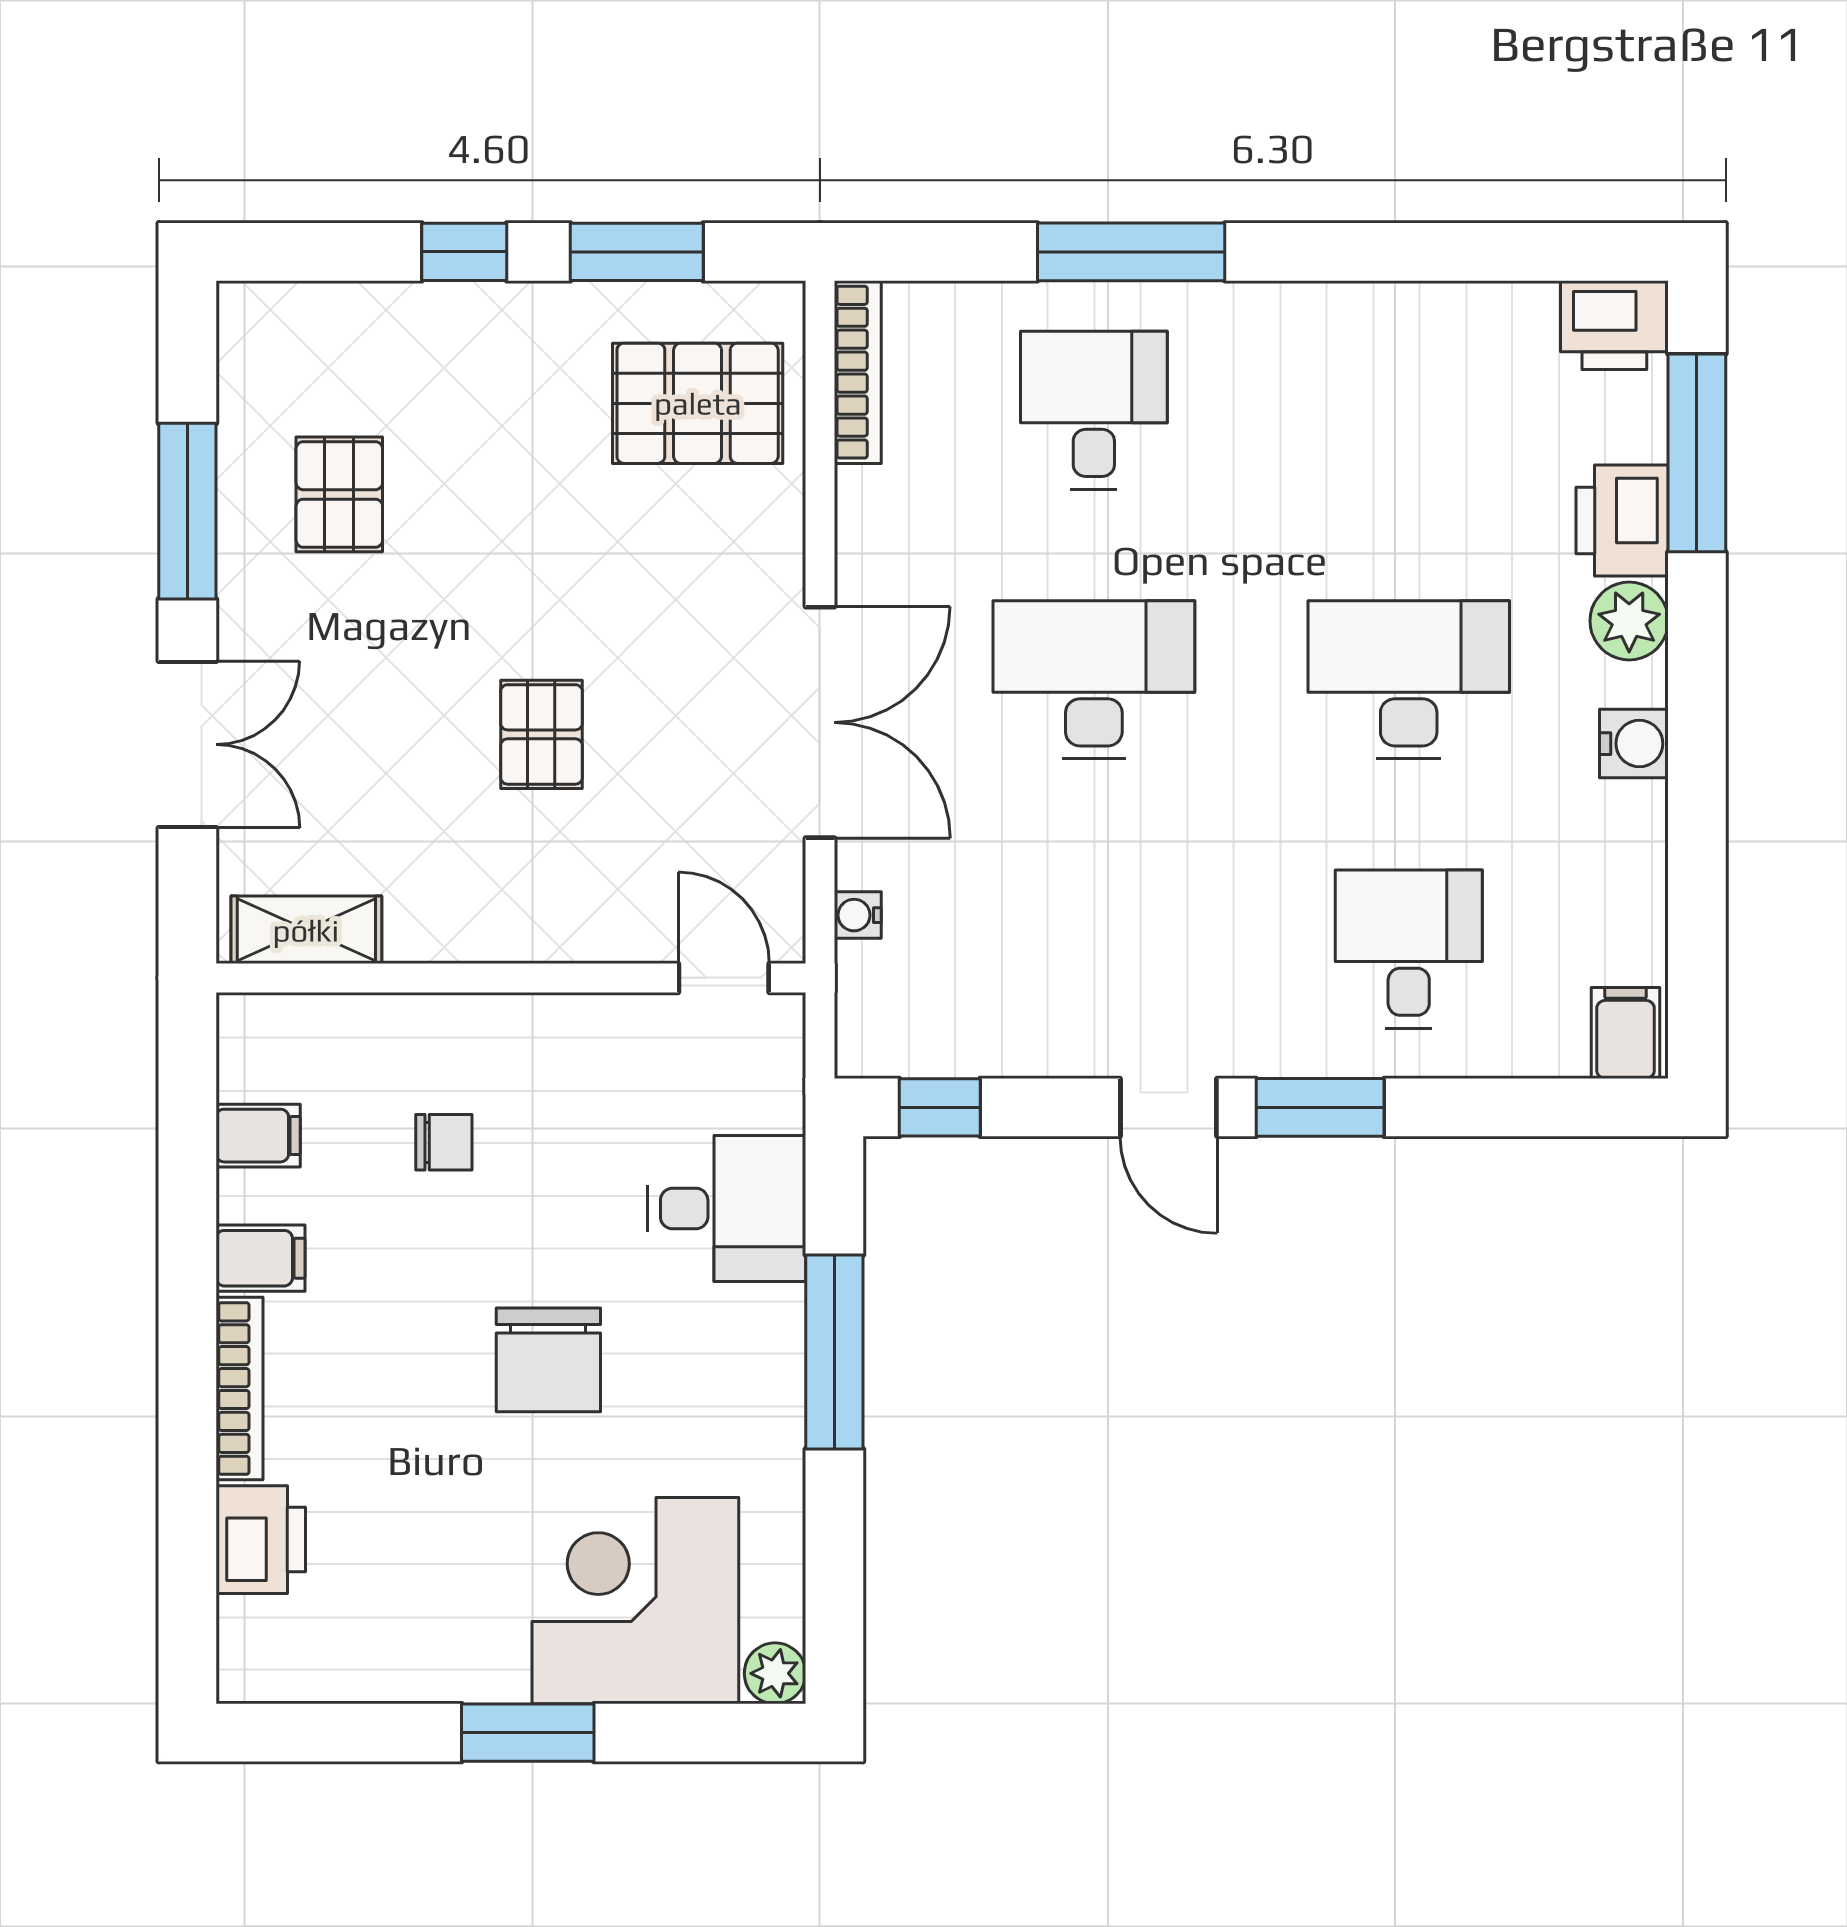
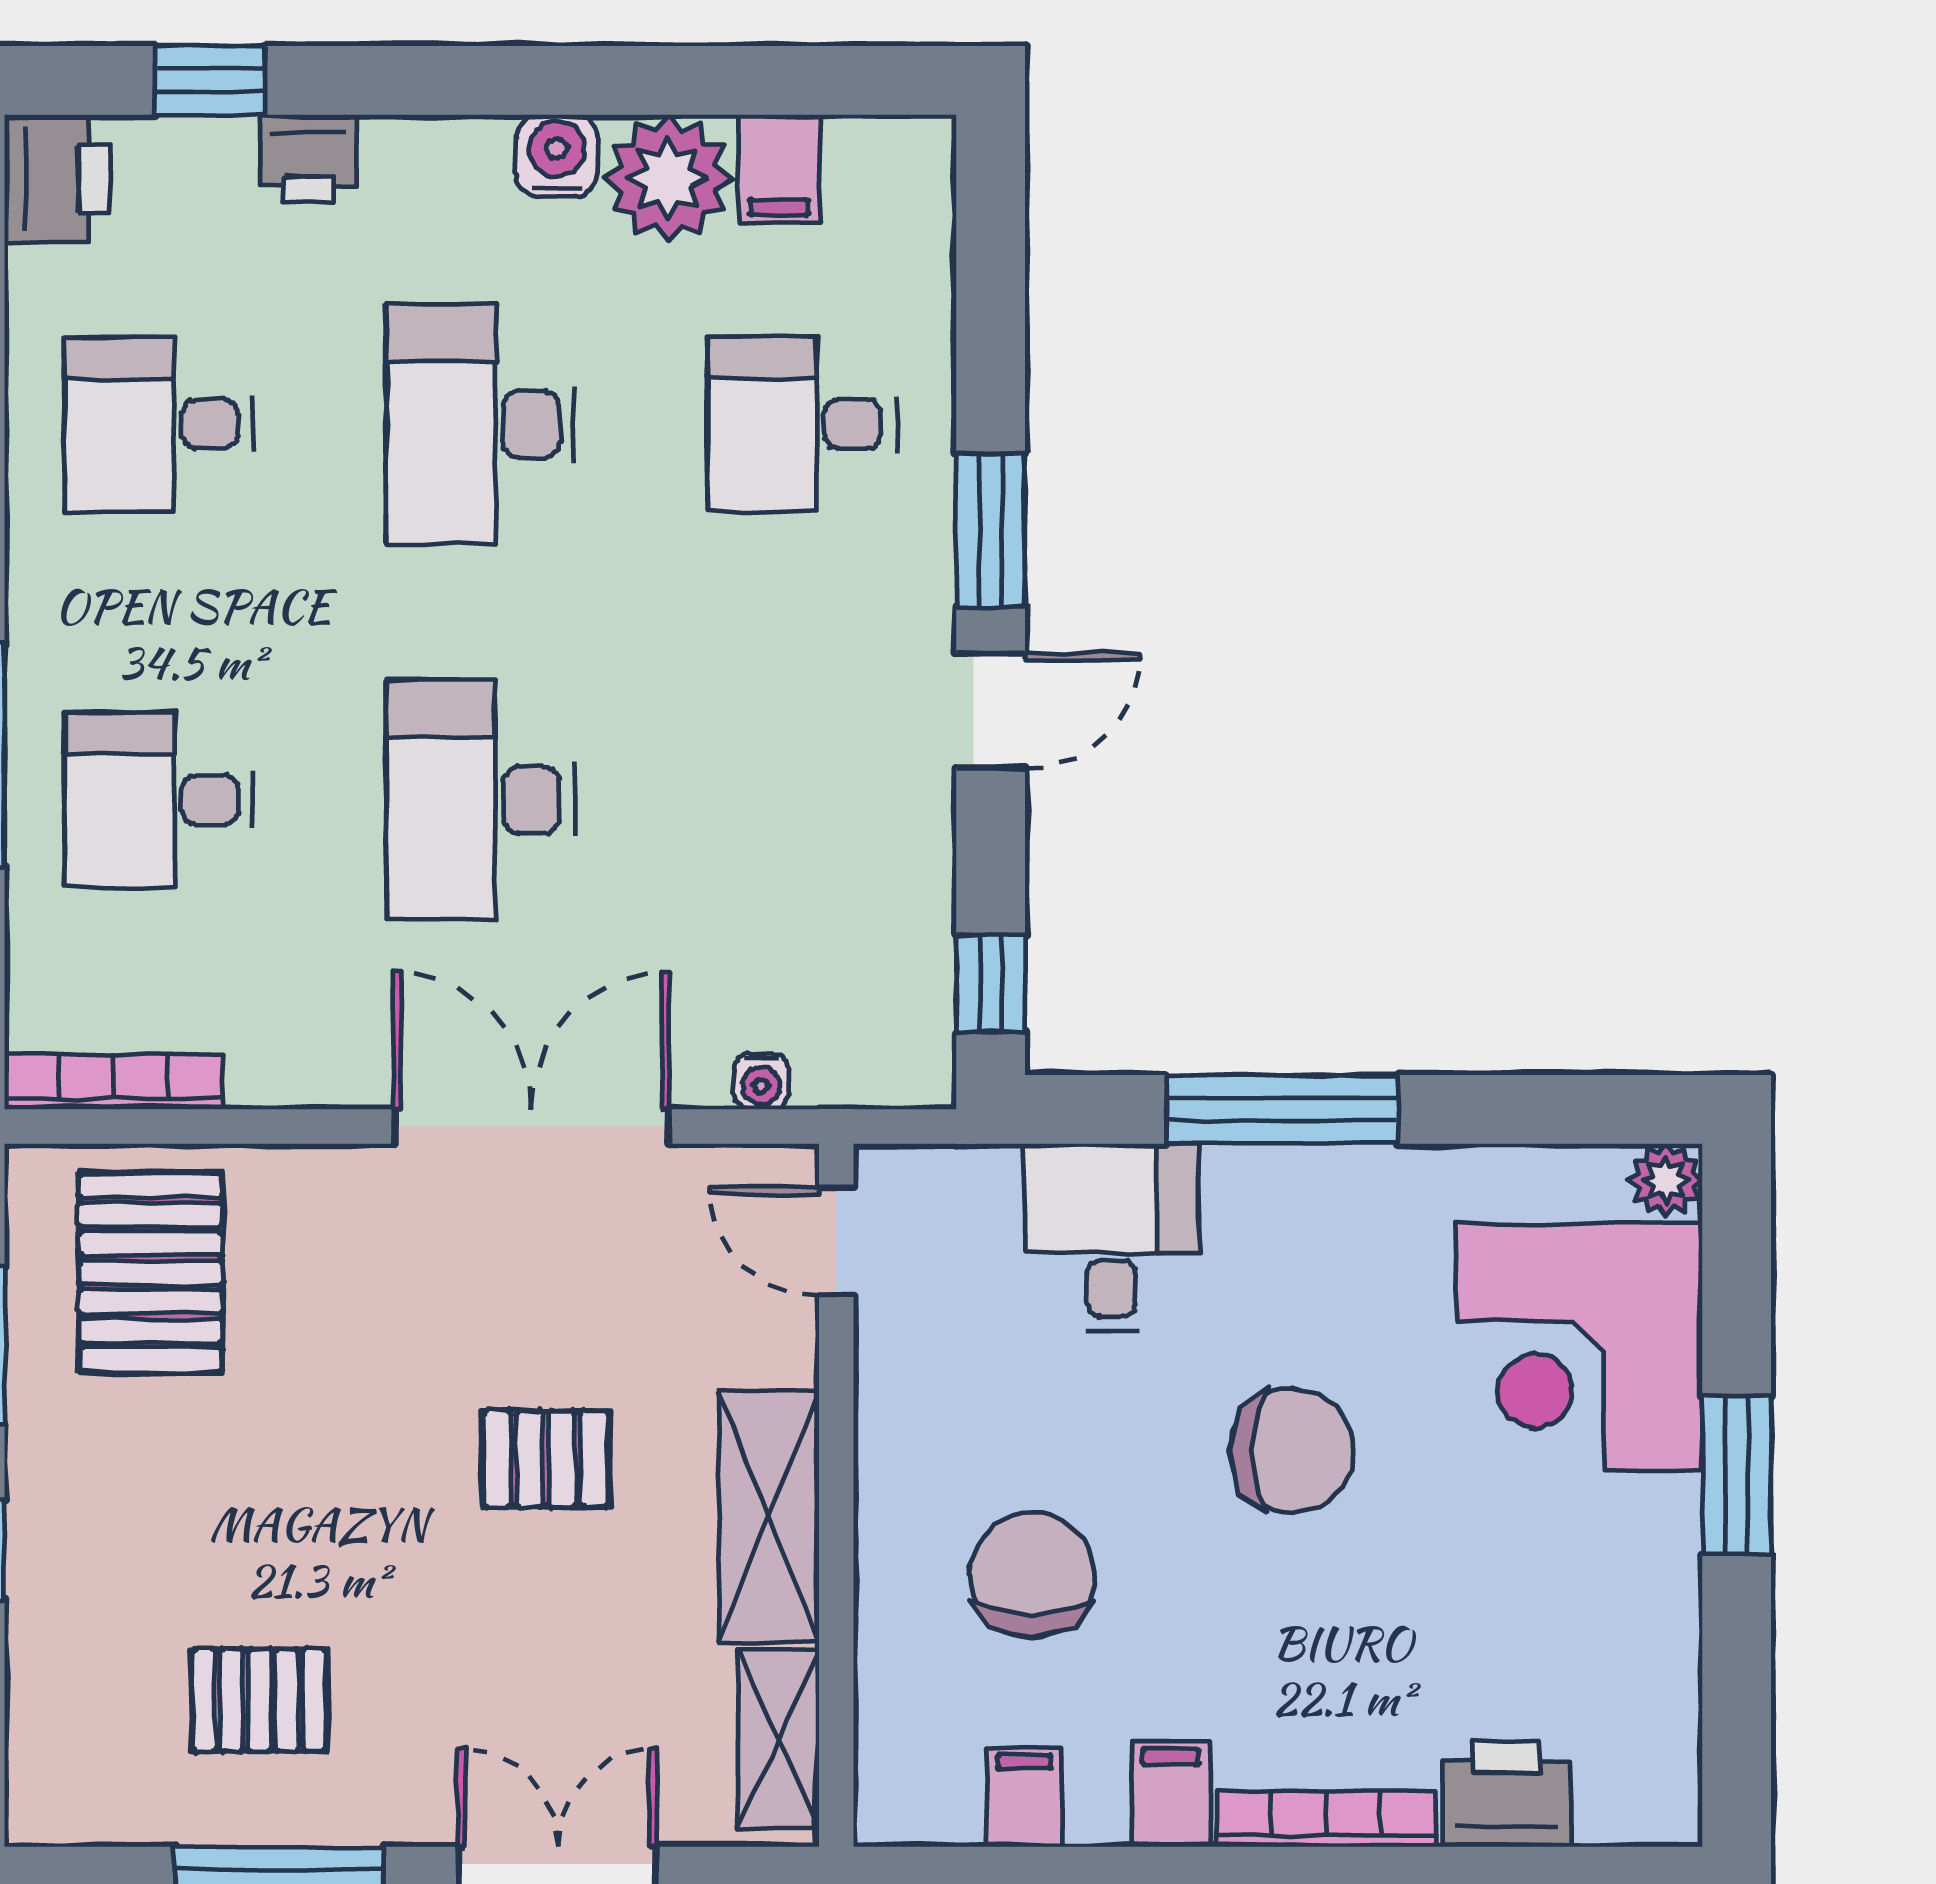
desk: (1409, 410) -> (159, 424), added
window: (1697, 453) -> (210, 80), width x0.46
printer: (1622, 521) -> (308, 159), width x0.73, depth x0.81
plant: (1629, 621) -> (668, 178), moved, width x1.36, depth x1.36
shelving: (493, 921) -> (769, 1516), added
door: (724, 978) -> (836, 1241), hinge flipped
filing cabinet: (1626, 1033) -> (779, 169), moved, turned -90
chair: (444, 1142) -> (1032, 1575), width x1.87, depth x1.87

